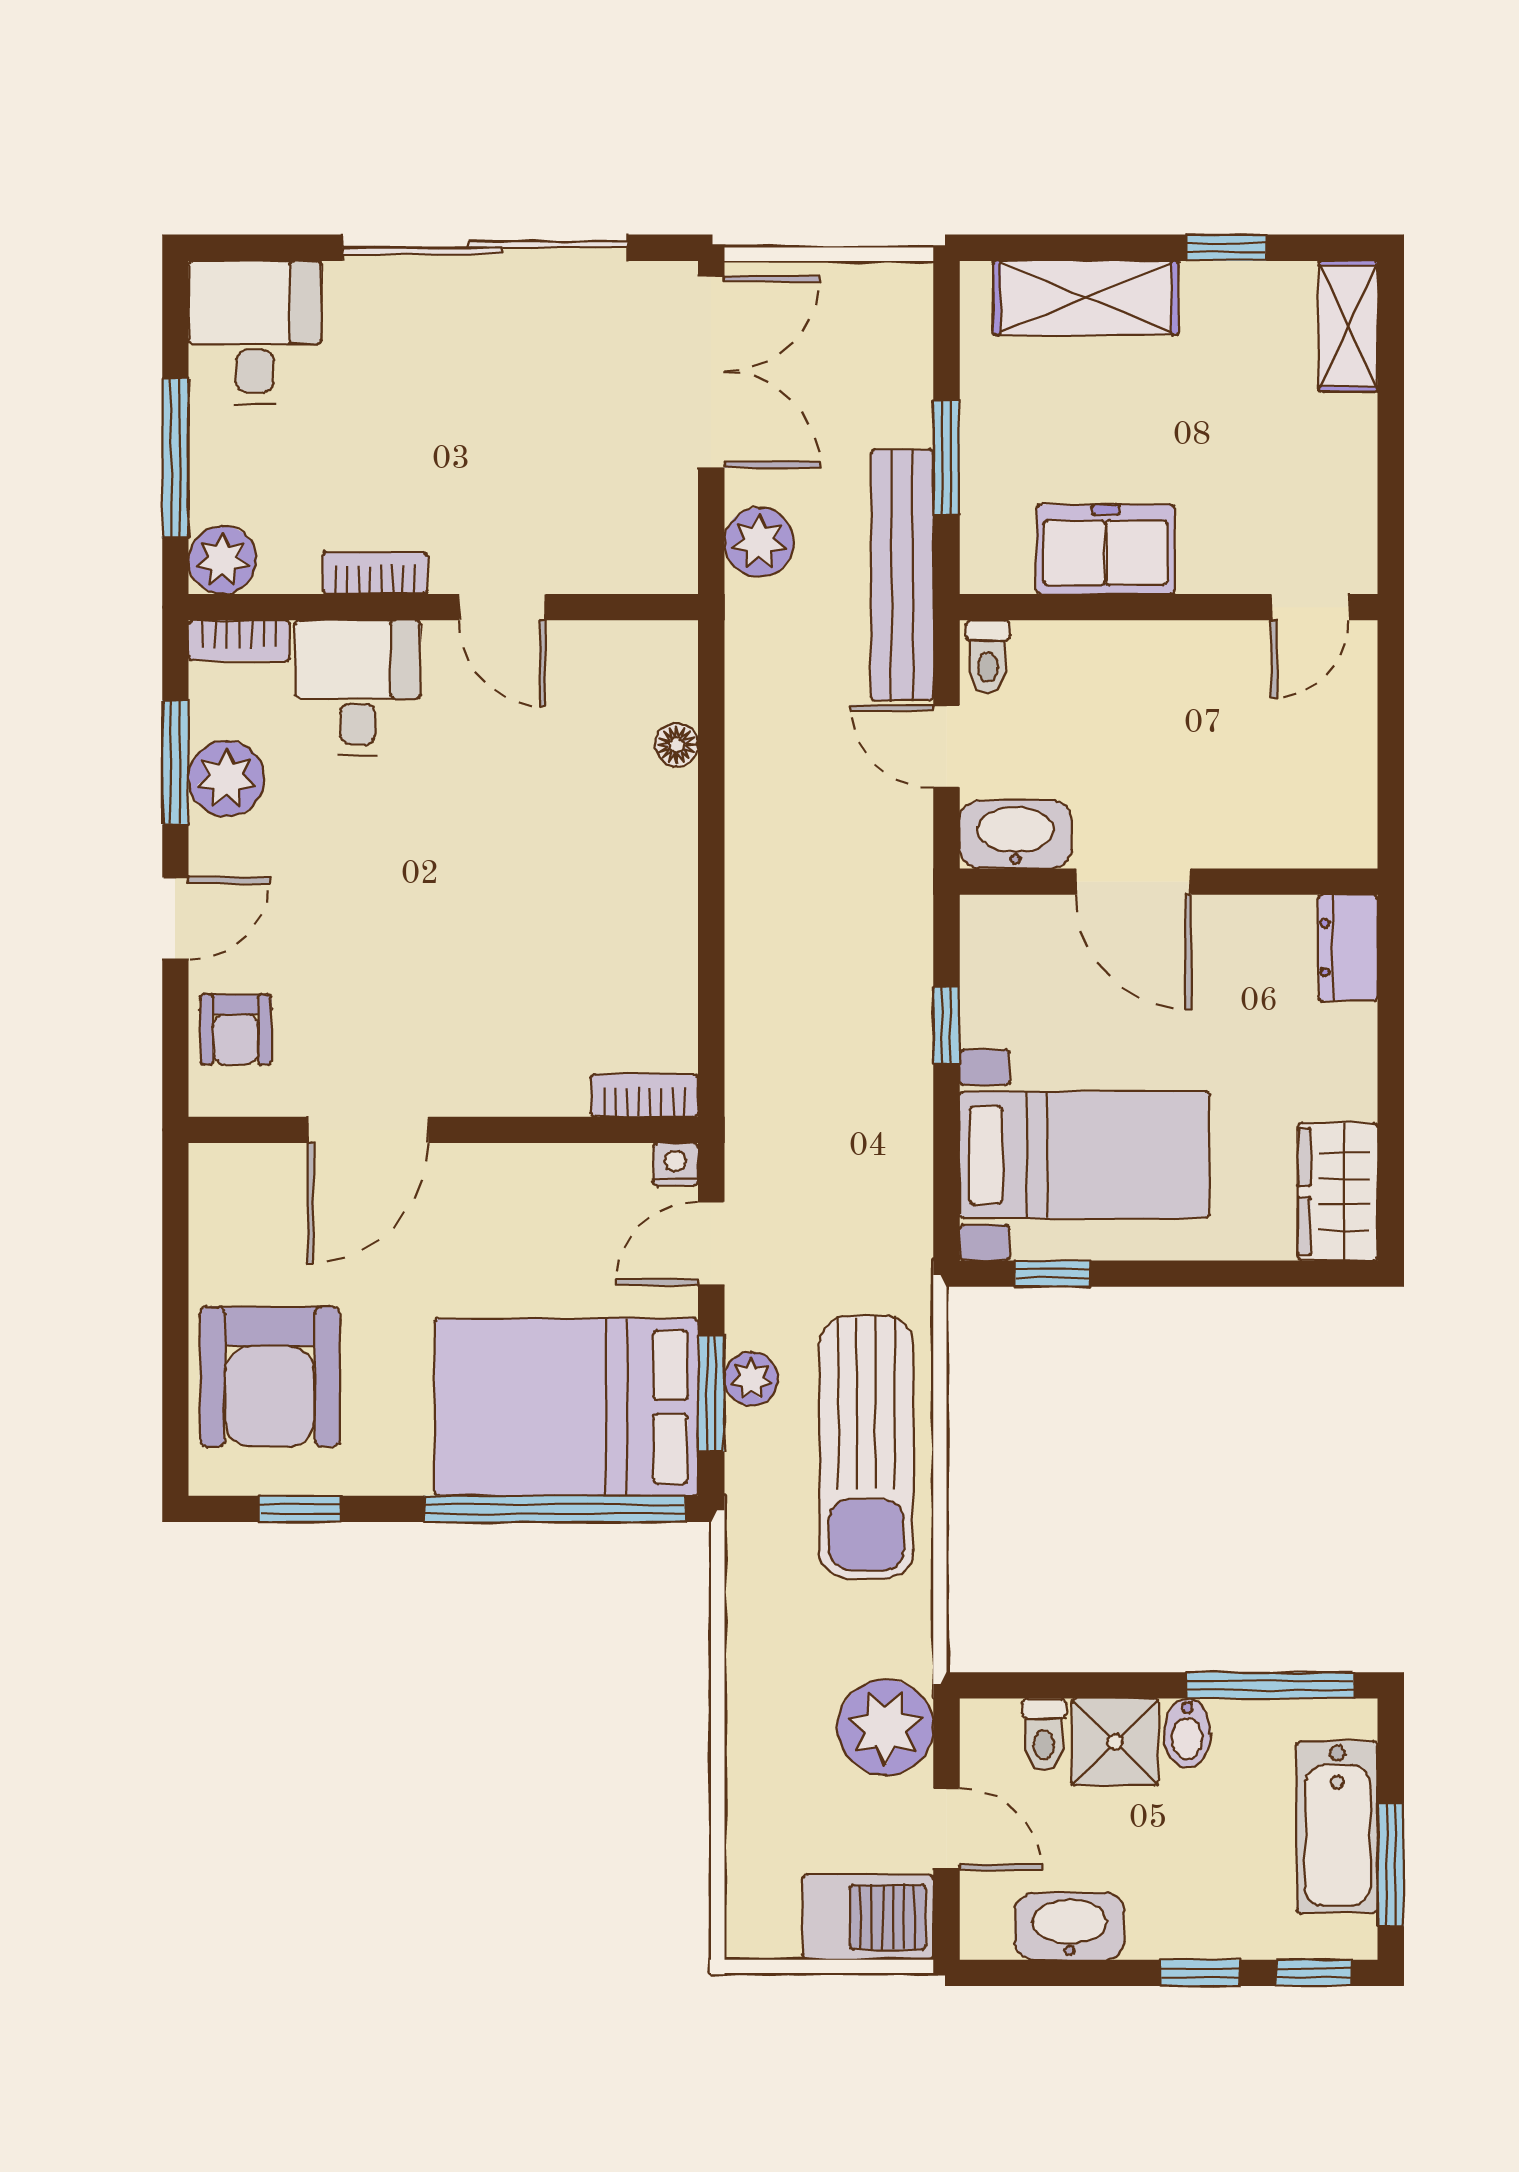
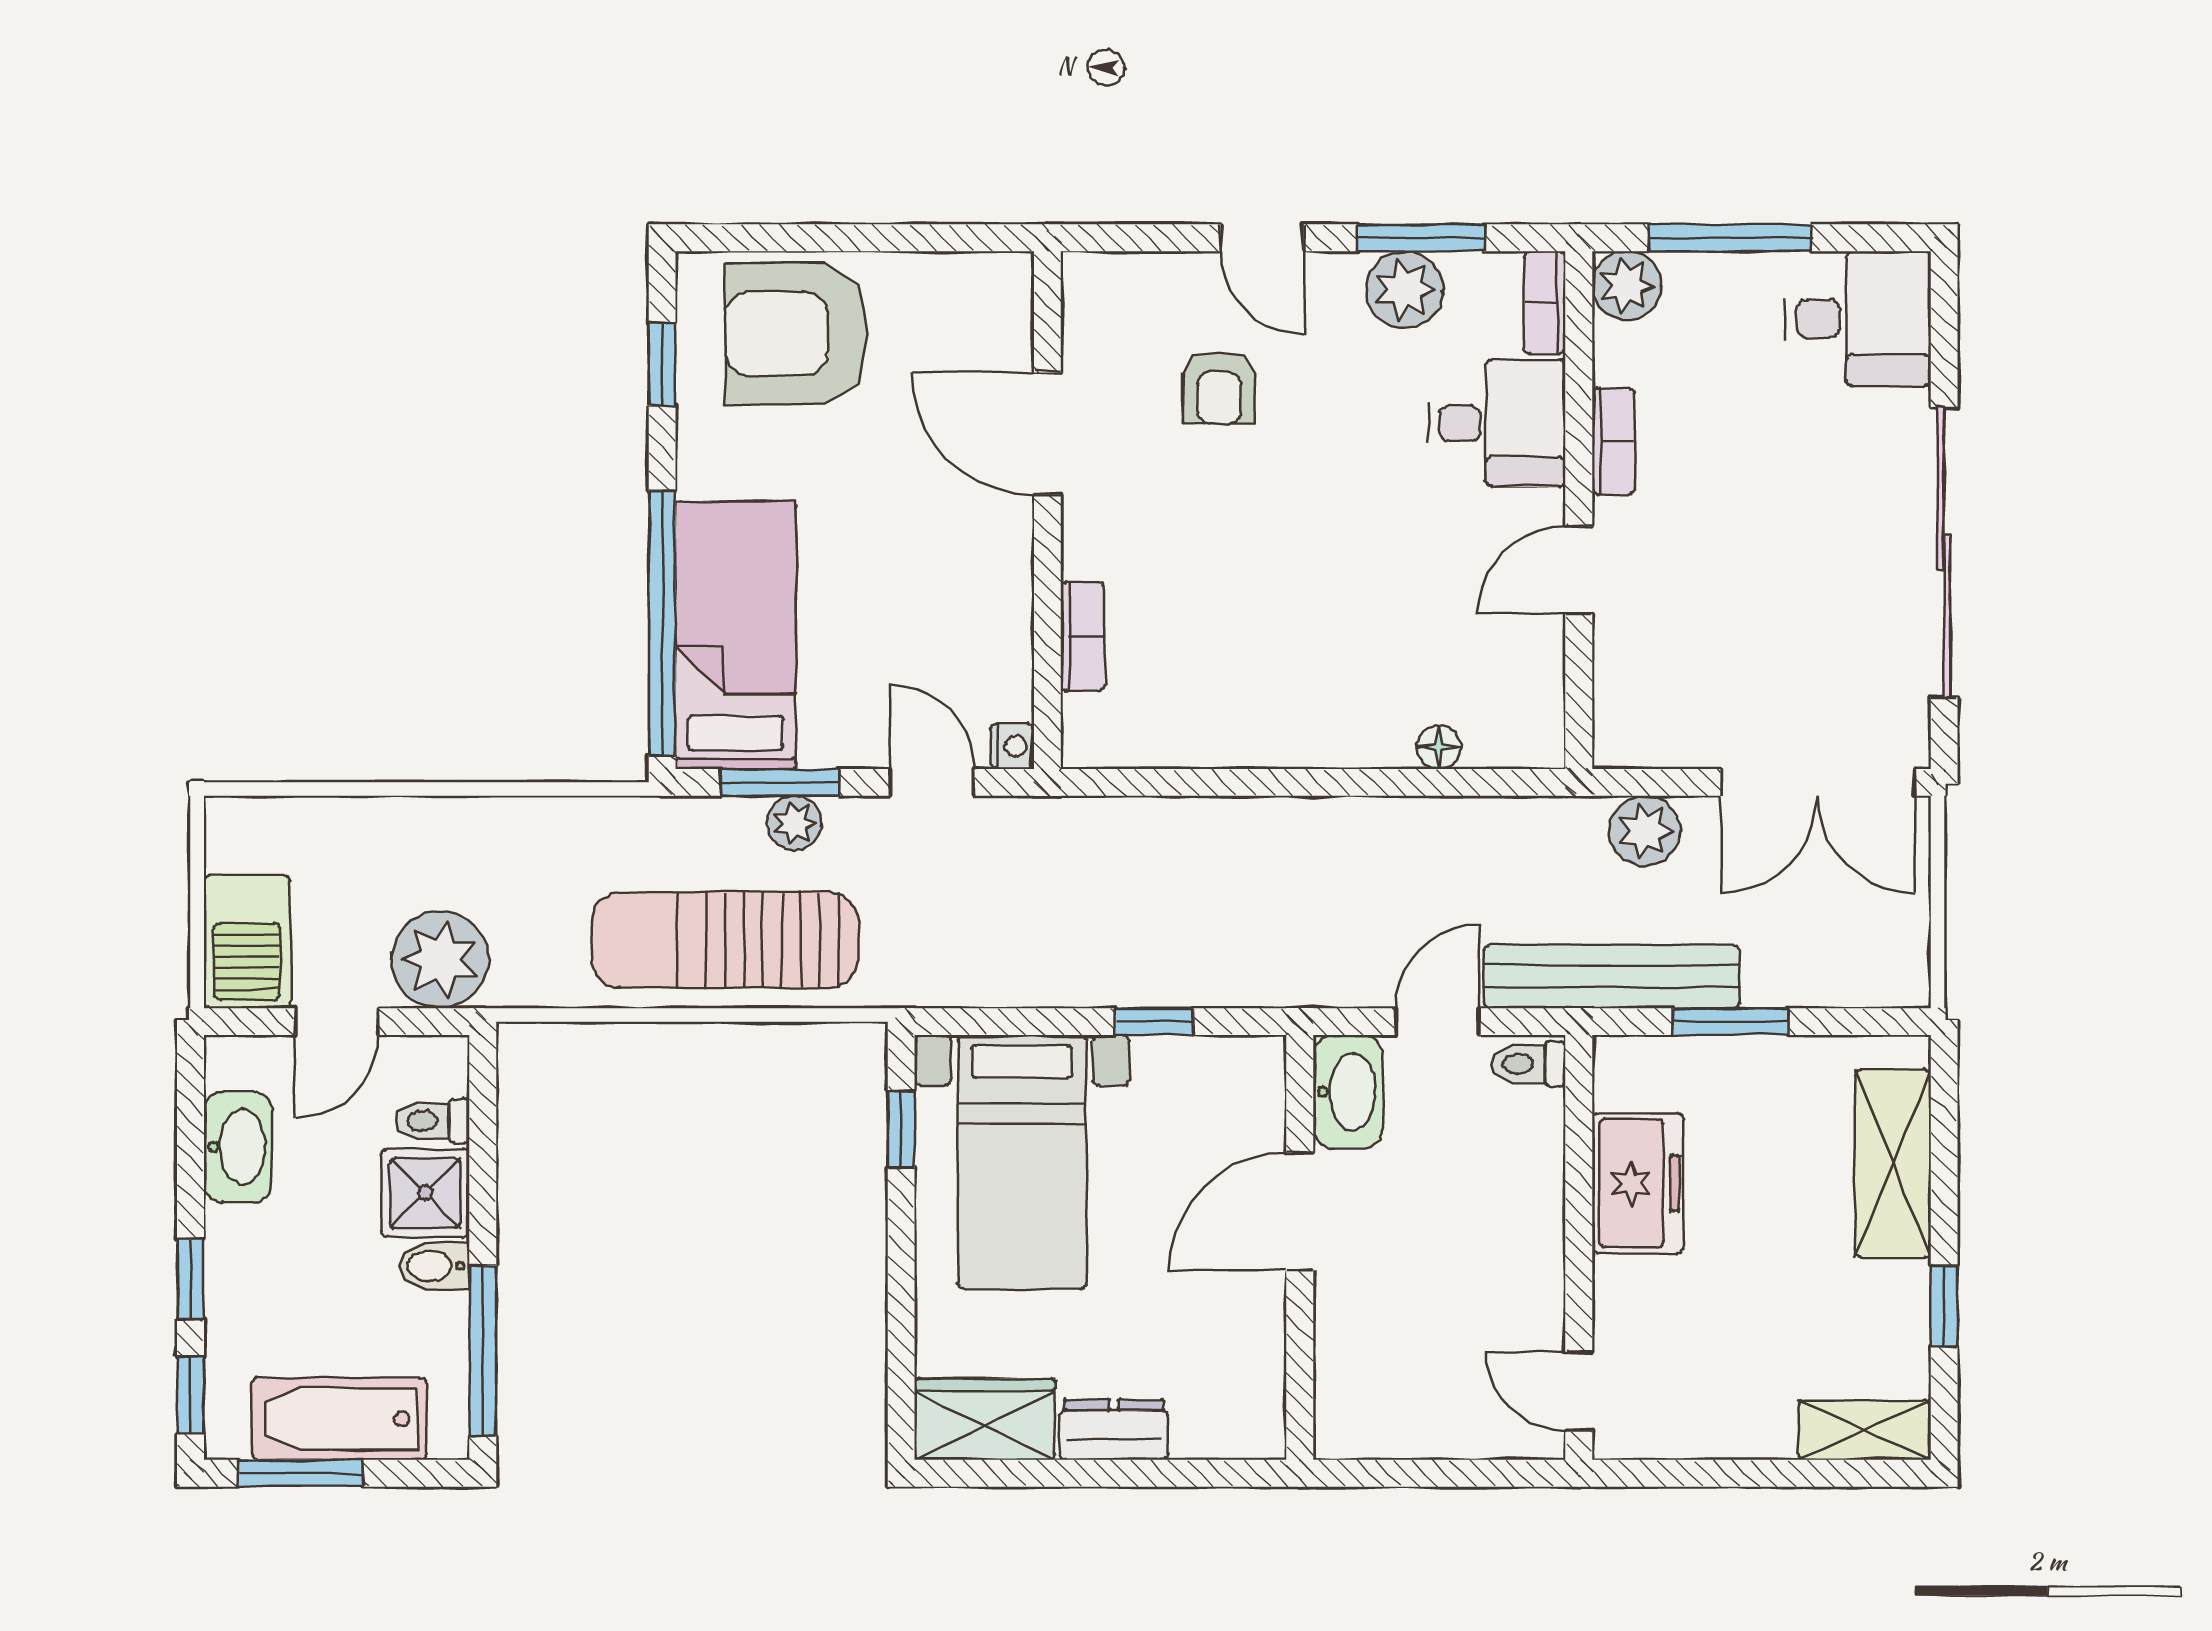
dresser: (1348, 948) -> (1114, 1430), moved
armchair: (236, 1030) -> (1219, 388), moved, turned -90
bookcase: (644, 1095) -> (1082, 637), moved
bed: (566, 1407) -> (736, 635), width x0.67

